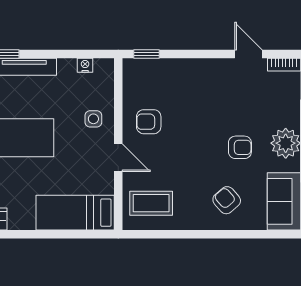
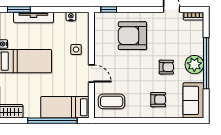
armchair: (149, 122) -> (132, 36), moved, width x1.88, depth x1.88
armchair: (227, 200) -> (158, 100), turned 131
window: (55, 234) -> (52, 121), added

